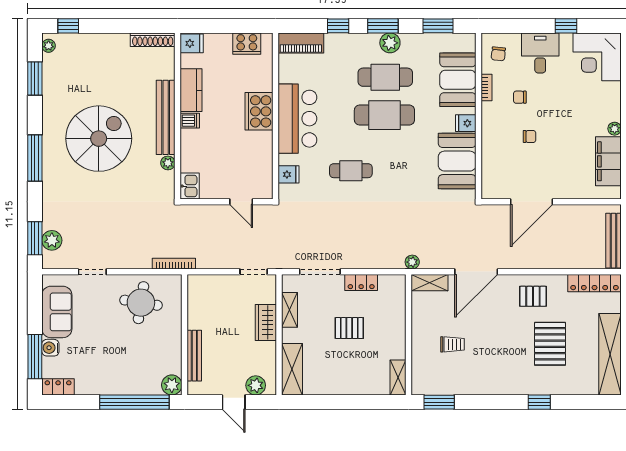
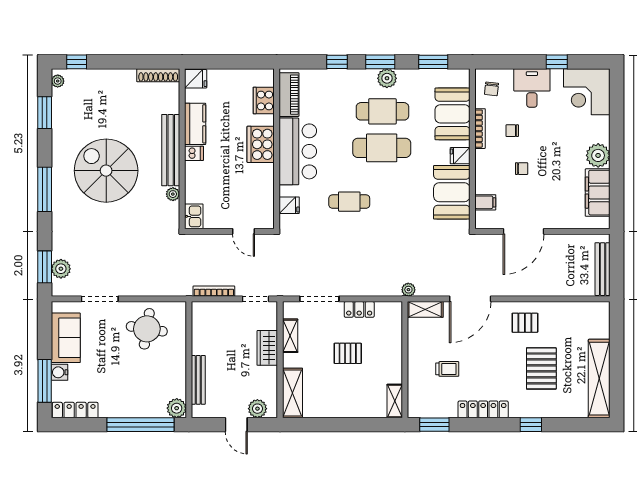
piano: (301, 43) -> (289, 95), moved, turned -90
cooker: (247, 44) -> (264, 100), moved, turned 90
bookcase: (486, 87) -> (480, 129), width x1.56
plant: (615, 129) -> (598, 155), width x1.87, depth x1.87
spiral stairs: (99, 139) -> (106, 171), turned -90
filing cabinet: (492, 171) -> (485, 202), added
bookcase: (174, 264) -> (214, 291), moved
doorway: (92, 272) -> (100, 299), width x1.38
locker: (594, 283) -> (483, 409), moved, turned 180
locker: (58, 387) -> (75, 410), width x1.53

